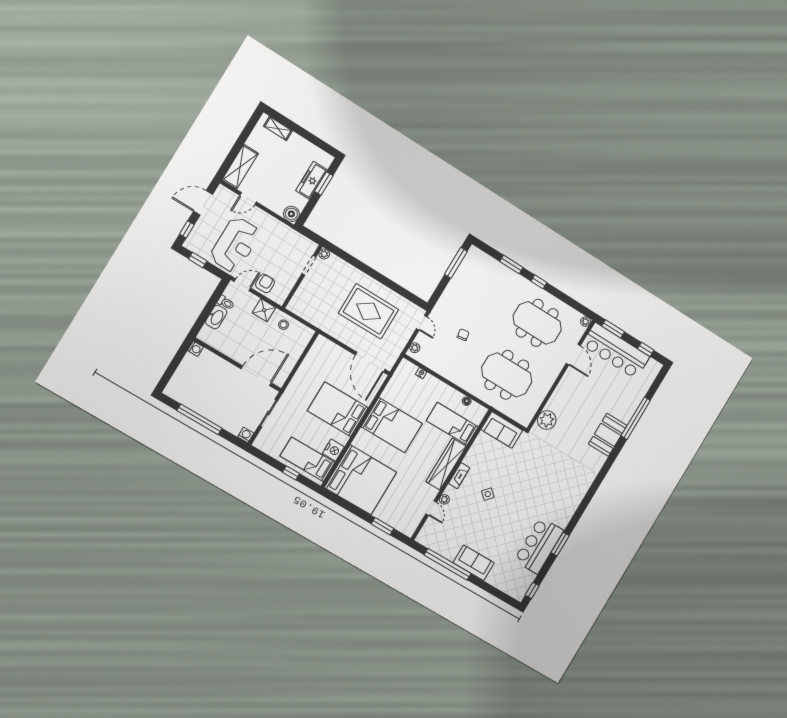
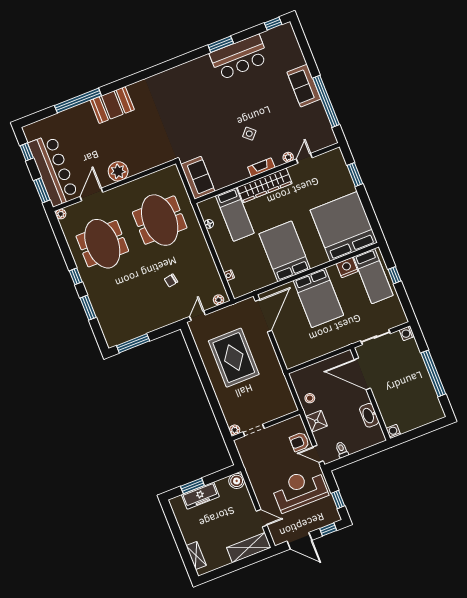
washbasin: (216, 317) -> (369, 415), moved, turned -90
plant: (547, 420) -> (118, 171), moved

